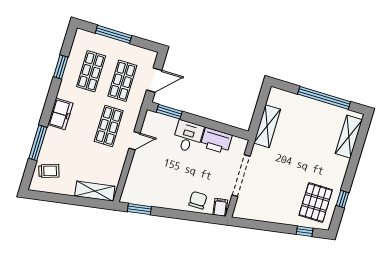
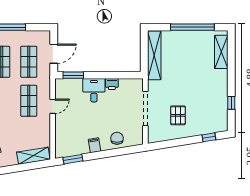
shelving: (267, 126) -> (154, 55), width x1.47
printer: (216, 141) -> (112, 84), width x0.53, depth x0.68
pallet: (316, 203) -> (178, 115), moved, width x0.67, depth x0.71
filing cabinet: (220, 207) -> (95, 145), moved

